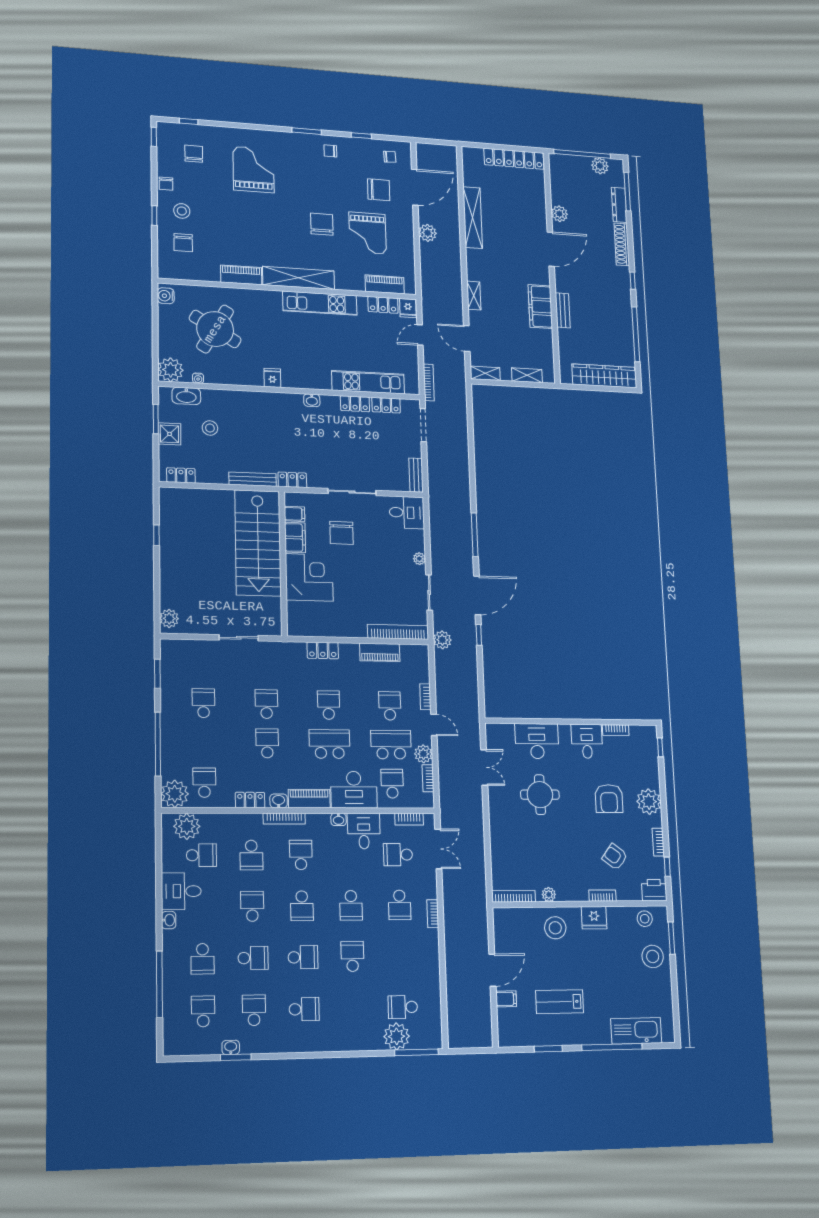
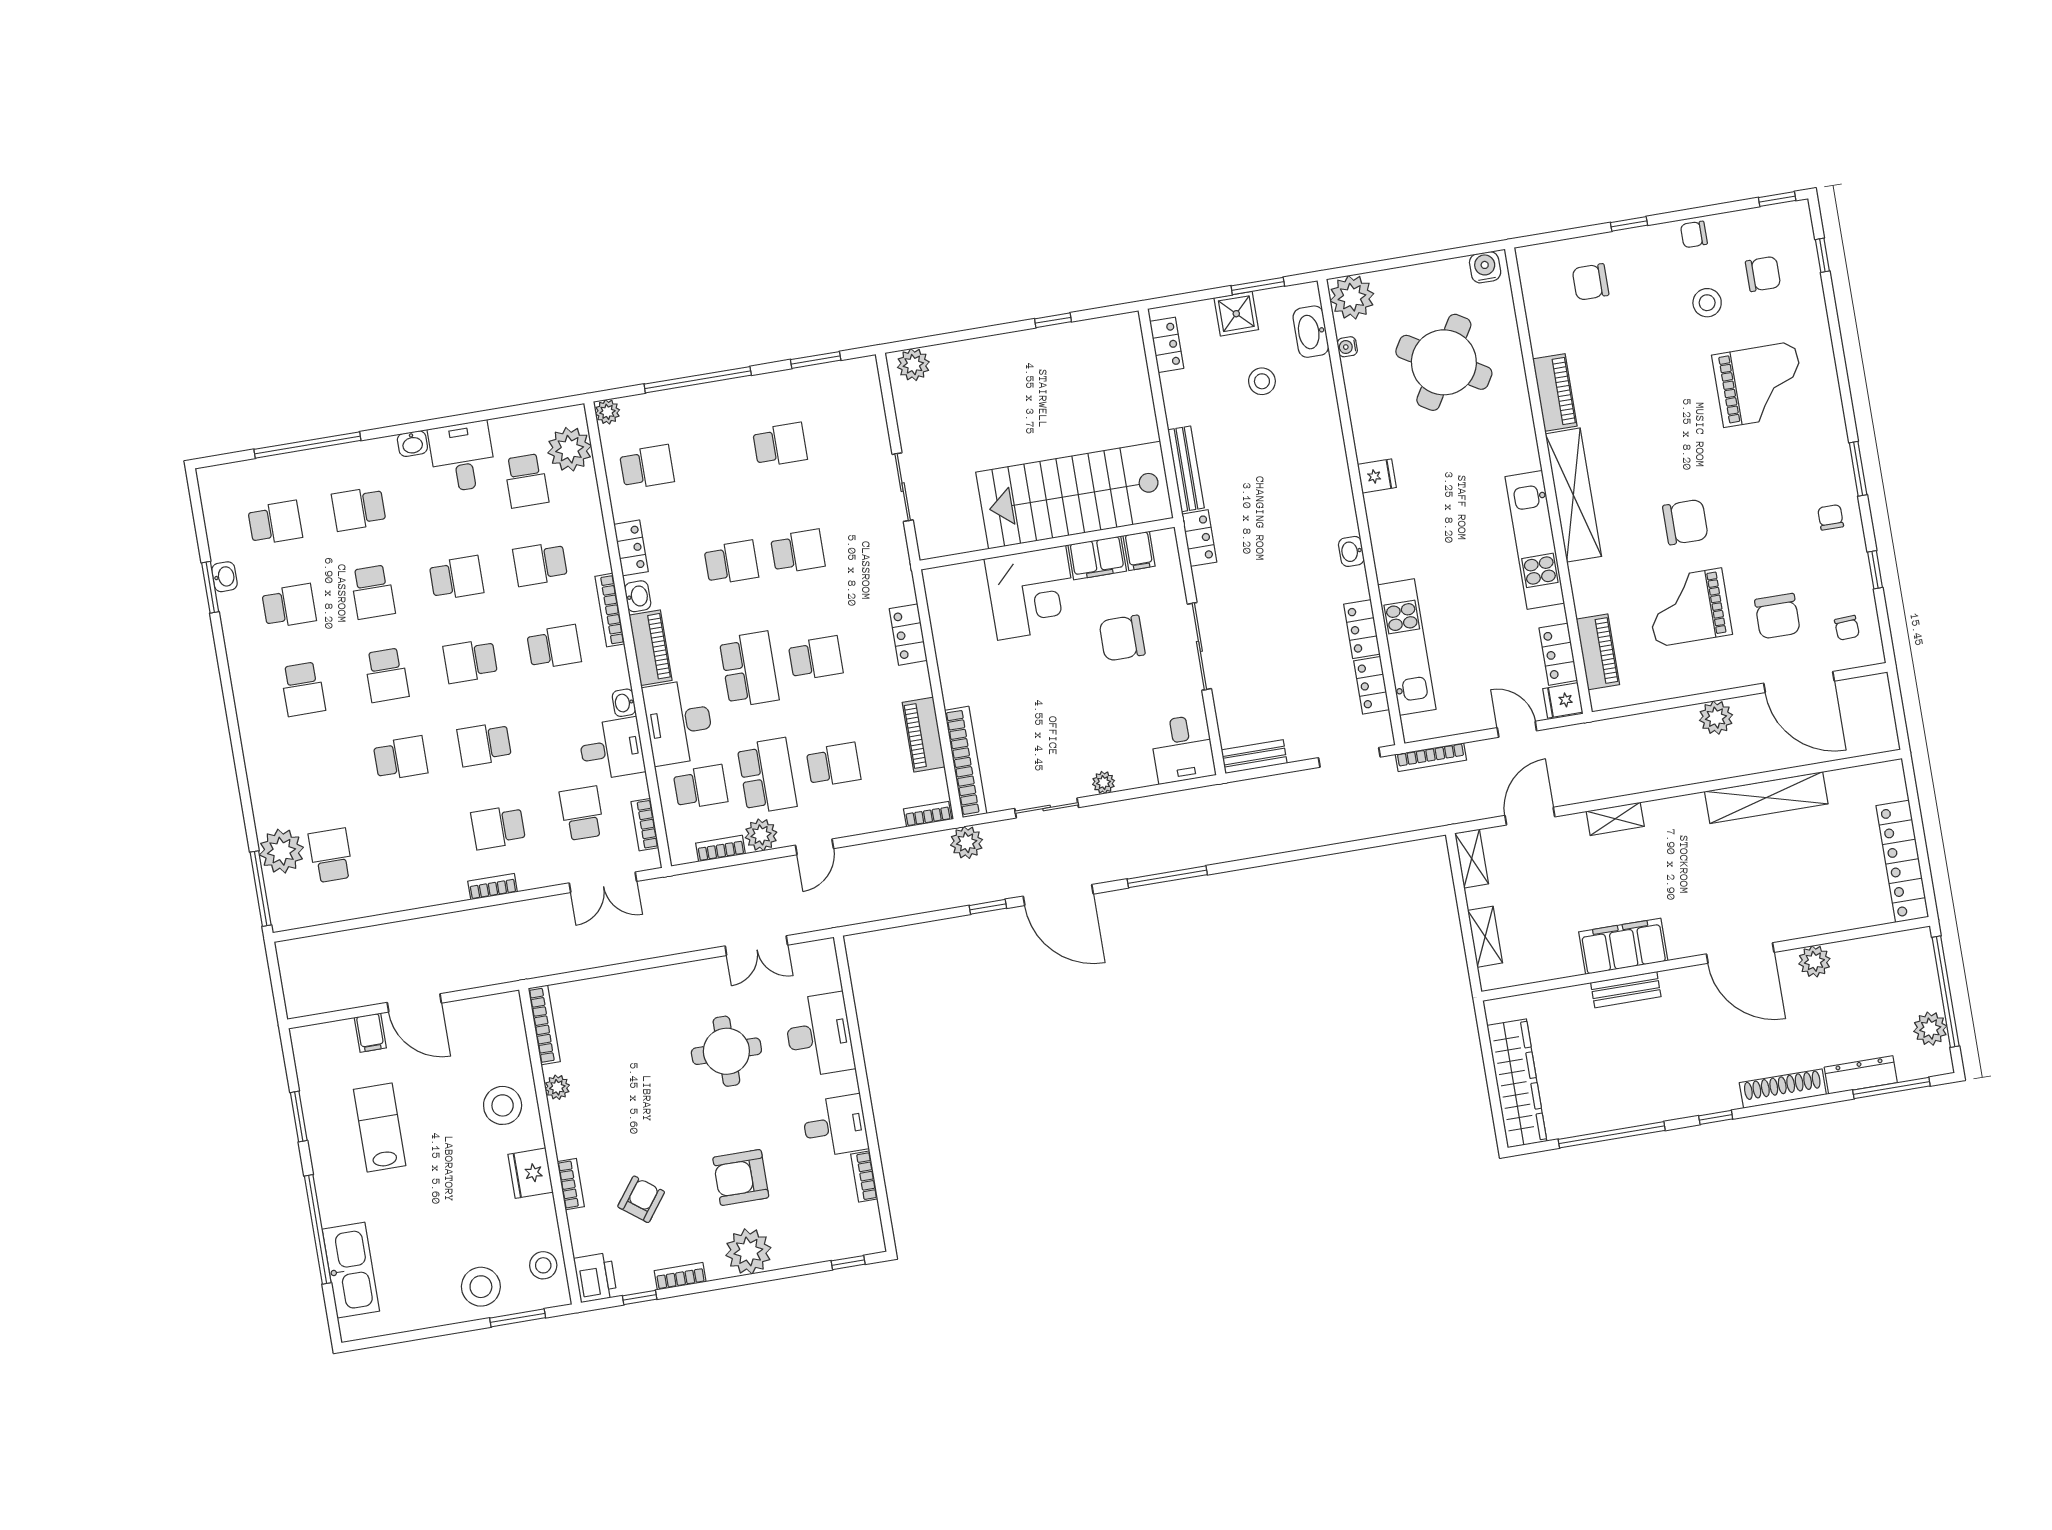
stool: (182, 211) -> (1707, 303), moved
bookcase: (425, 697) -> (928, 814), moved
plant: (175, 794) -> (607, 412), width x0.53, depth x0.53

